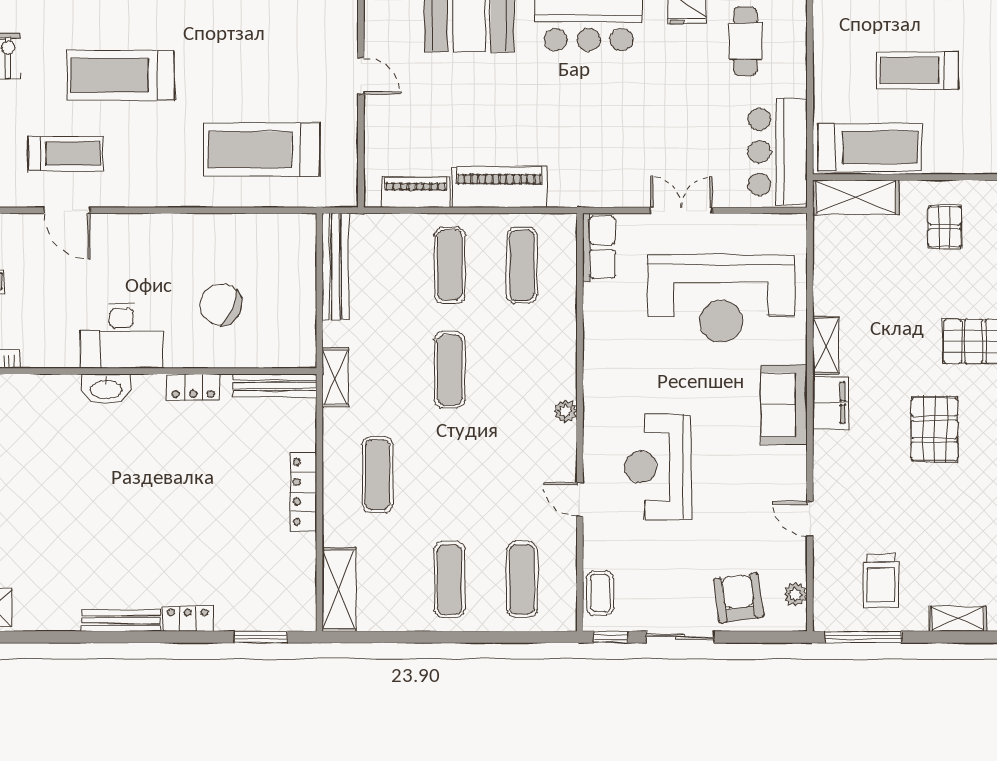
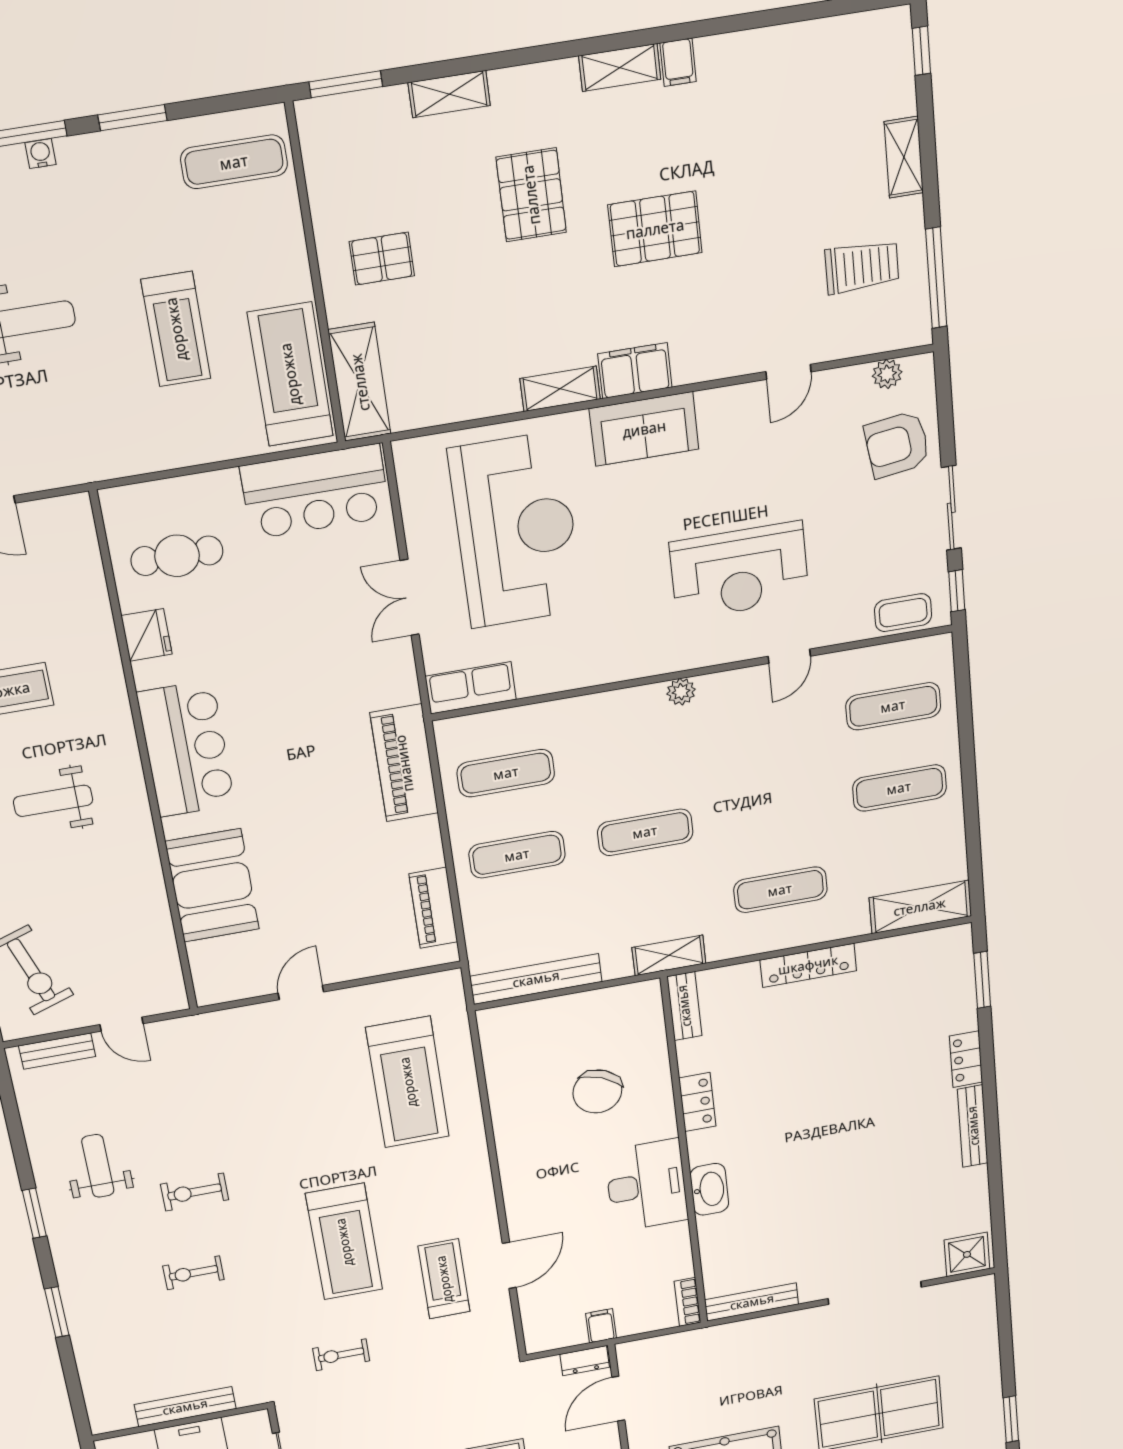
piano: (499, 187) -> (404, 763), moved
bench: (275, 385) -> (684, 1006), width x0.73

